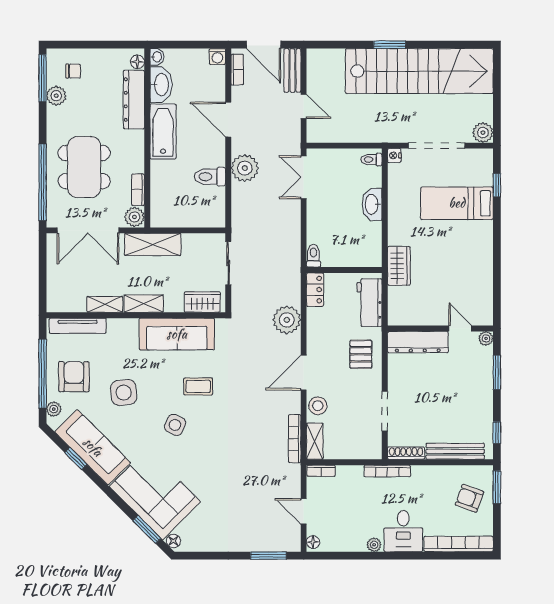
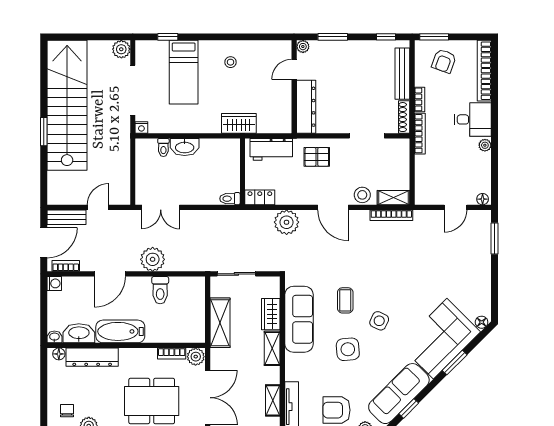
toilet: (371, 160) -> (163, 148), moved
shelving: (153, 244) -> (220, 323), moved
stool: (468, 256) -> (230, 62), added
wardrobe: (202, 302) -> (271, 314), moved
shelving: (105, 304) -> (273, 400), moved
side table: (124, 393) -> (348, 349), moved
bookcase: (321, 471) -> (420, 99), moved
window: (147, 530) -> (455, 363), moved

